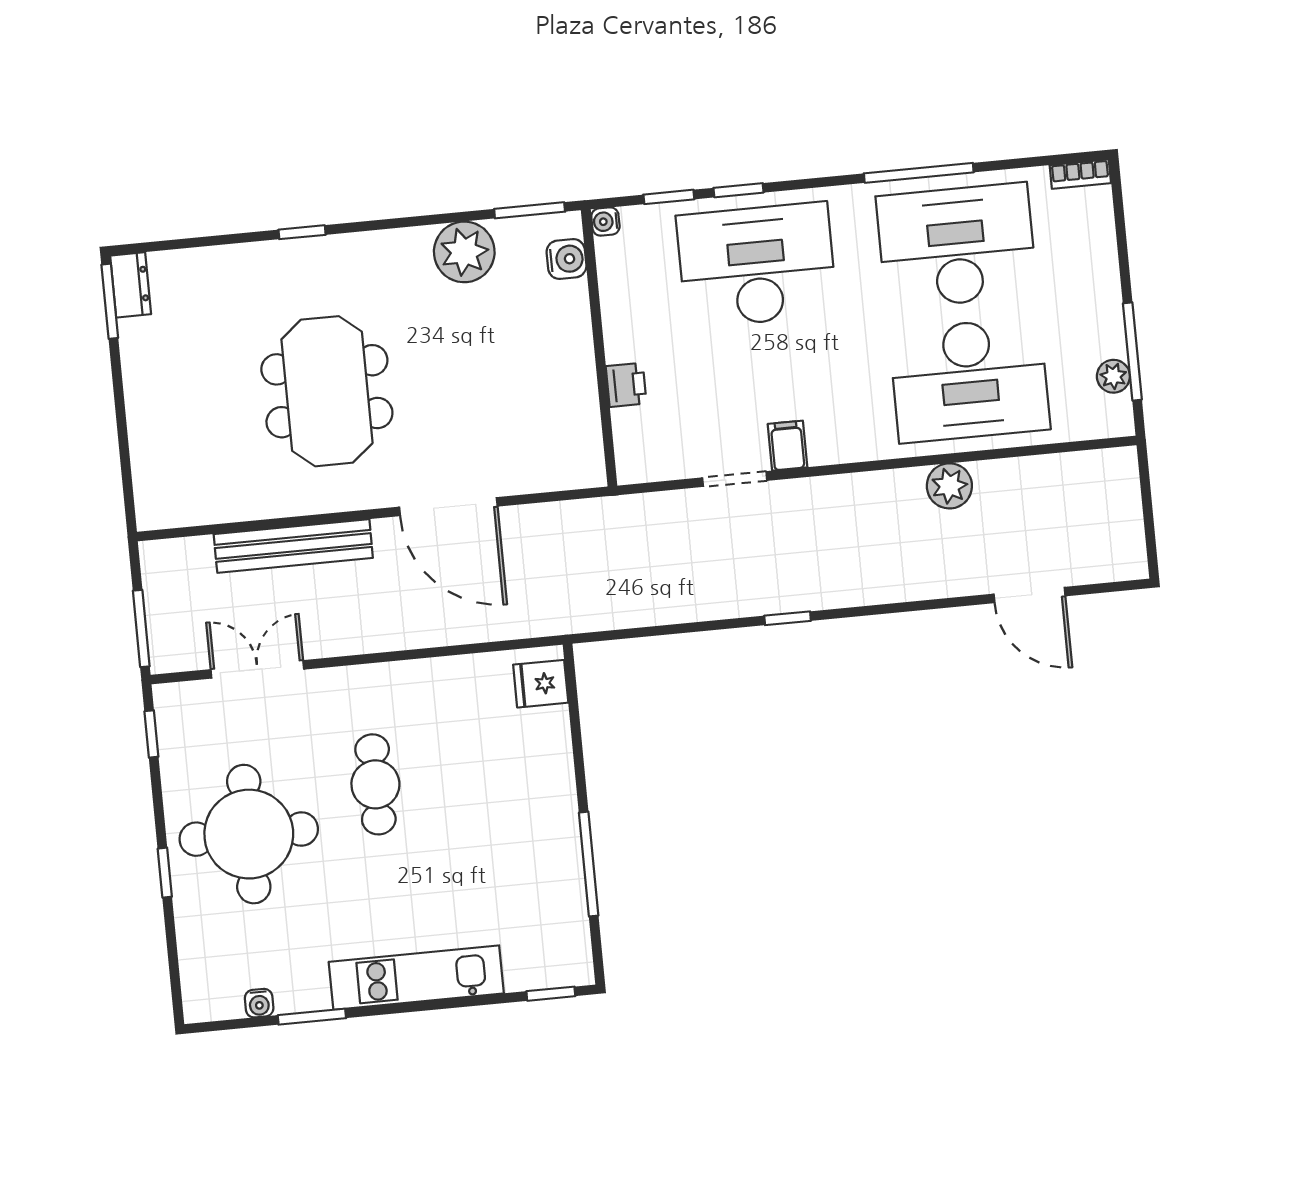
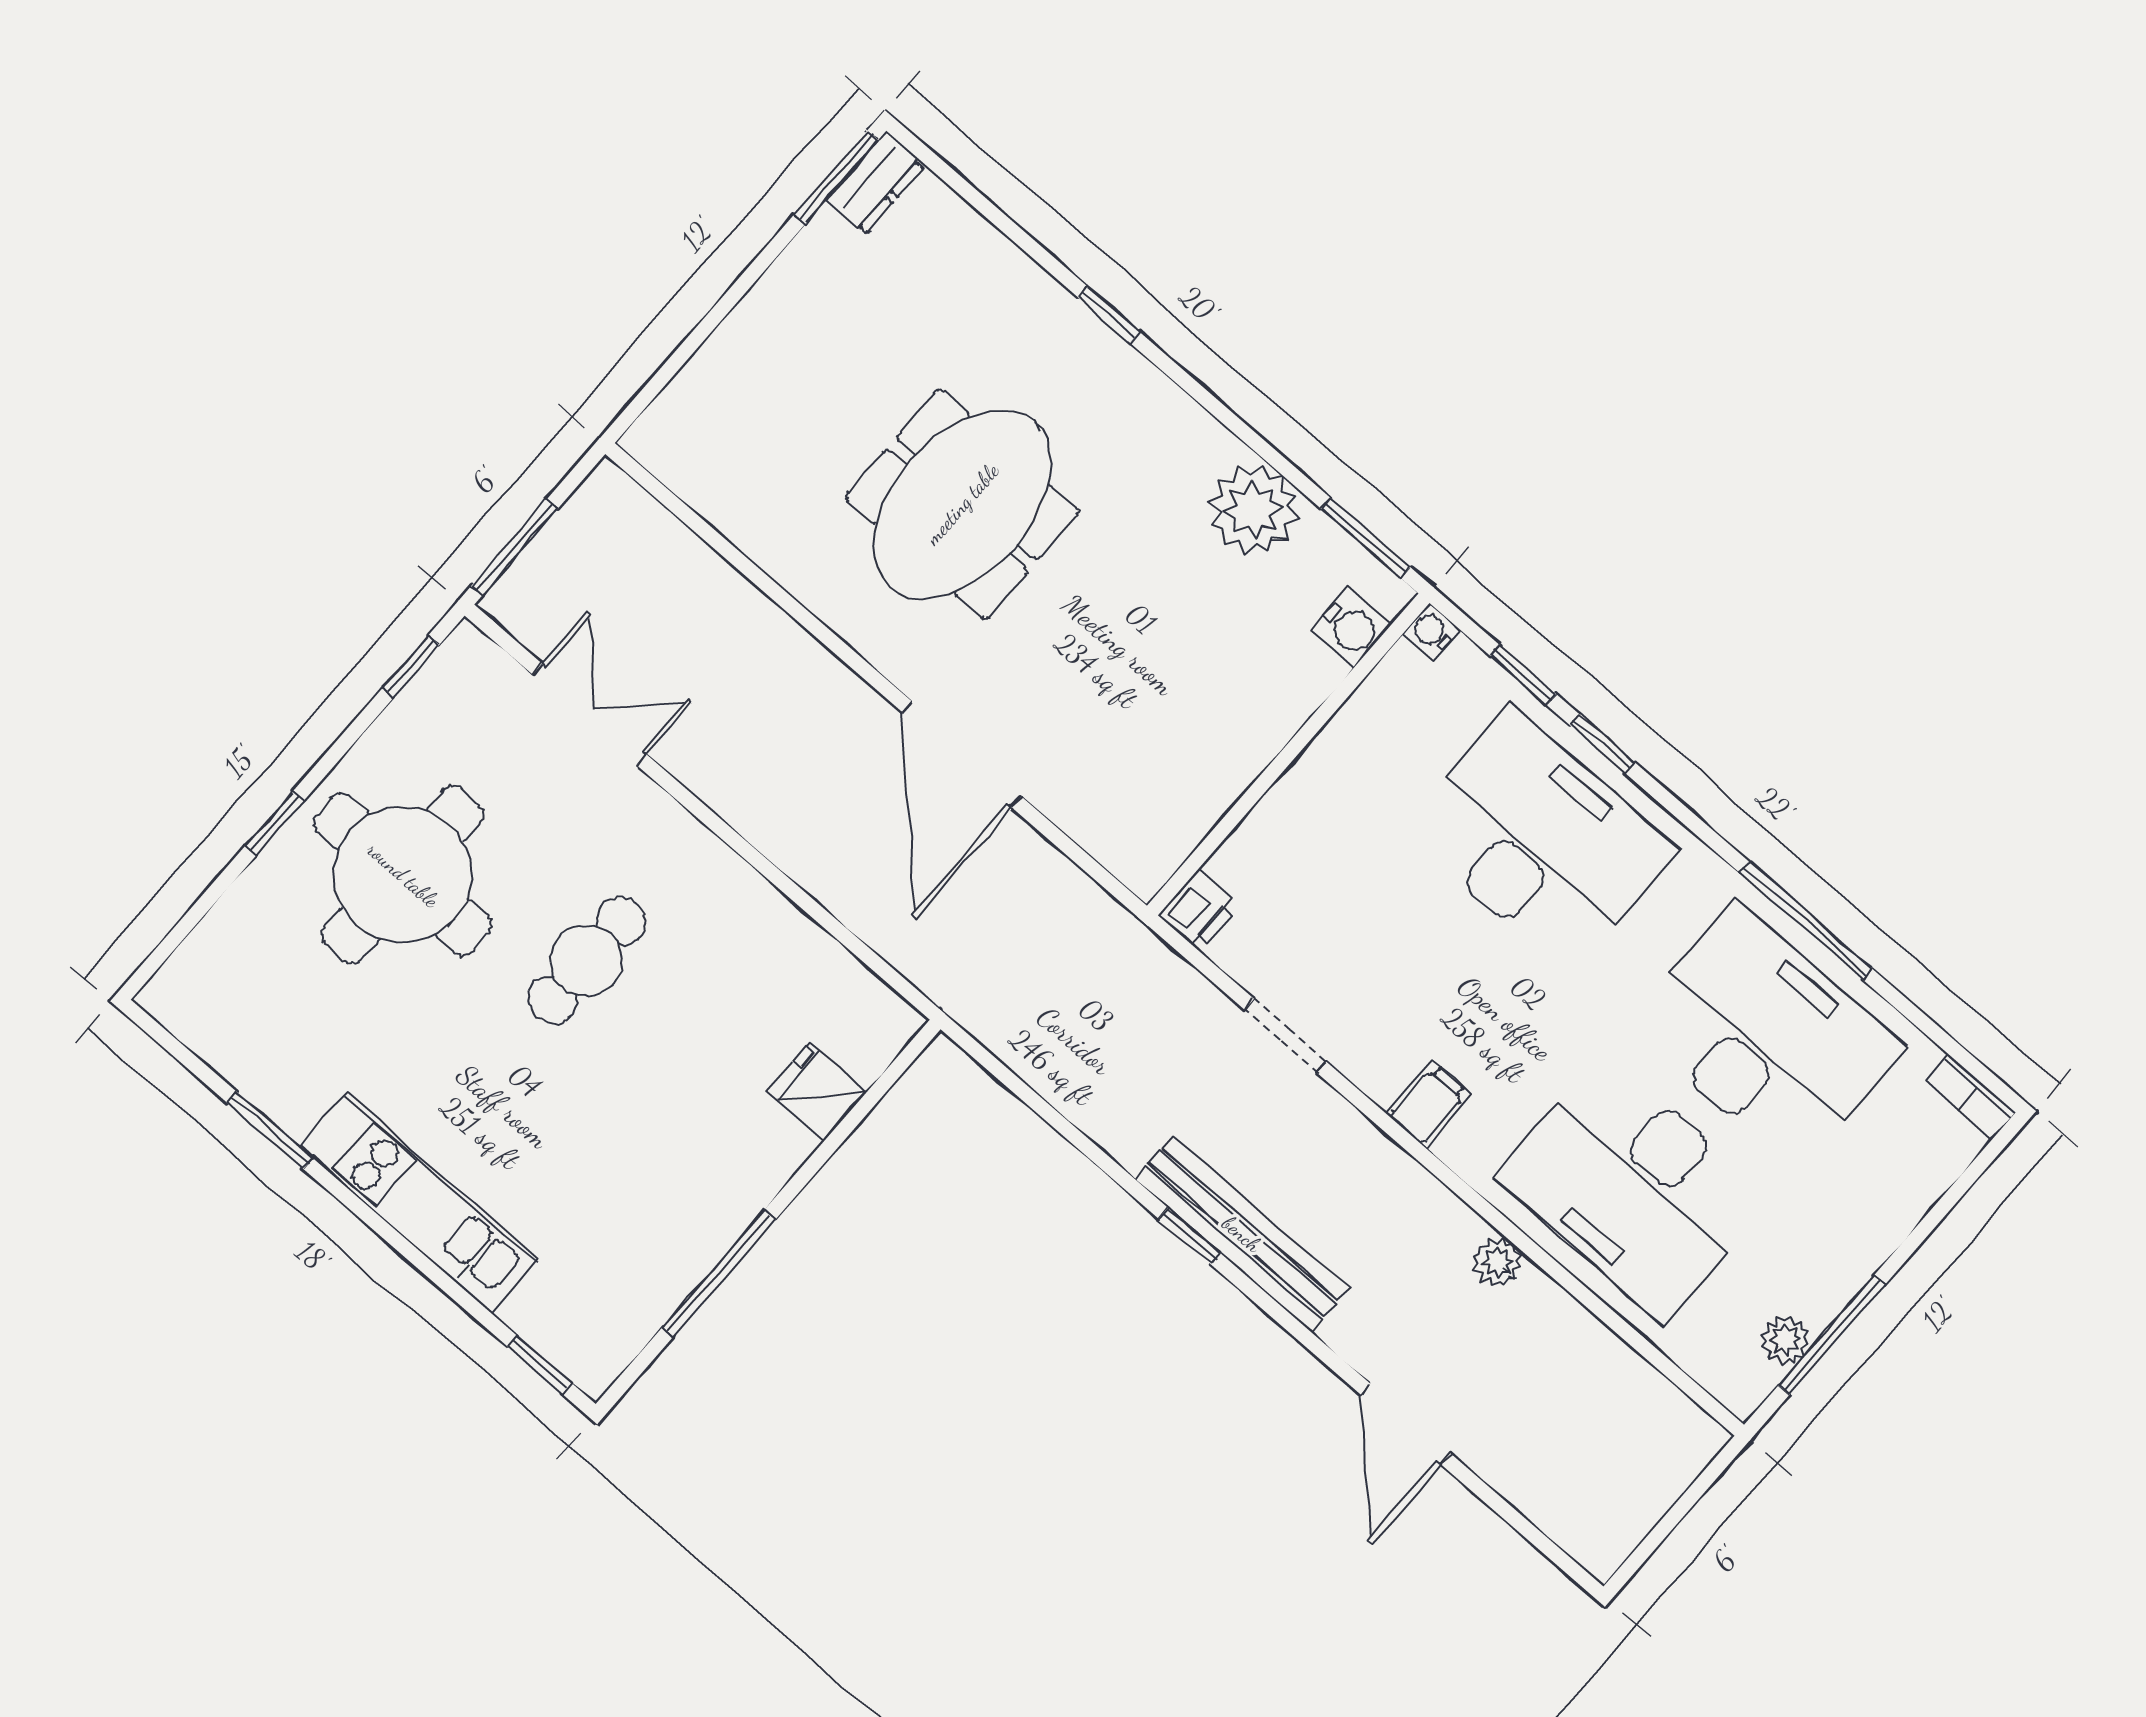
printer: (626, 385) -> (1199, 910), moved
filing cabinet: (787, 446) -> (1429, 1105), moved
plant: (949, 486) -> (1498, 1262), width x0.73, depth x0.73
bench: (293, 546) -> (1242, 1234), moved
door: (1030, 595) -> (1406, 1424), moved
fridge: (541, 684) -> (817, 1092), moved
water cooler: (259, 1003) -> (230, 1059), removed

